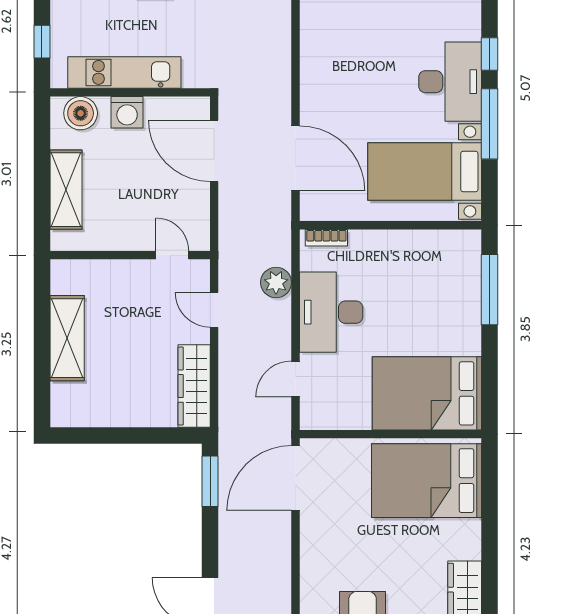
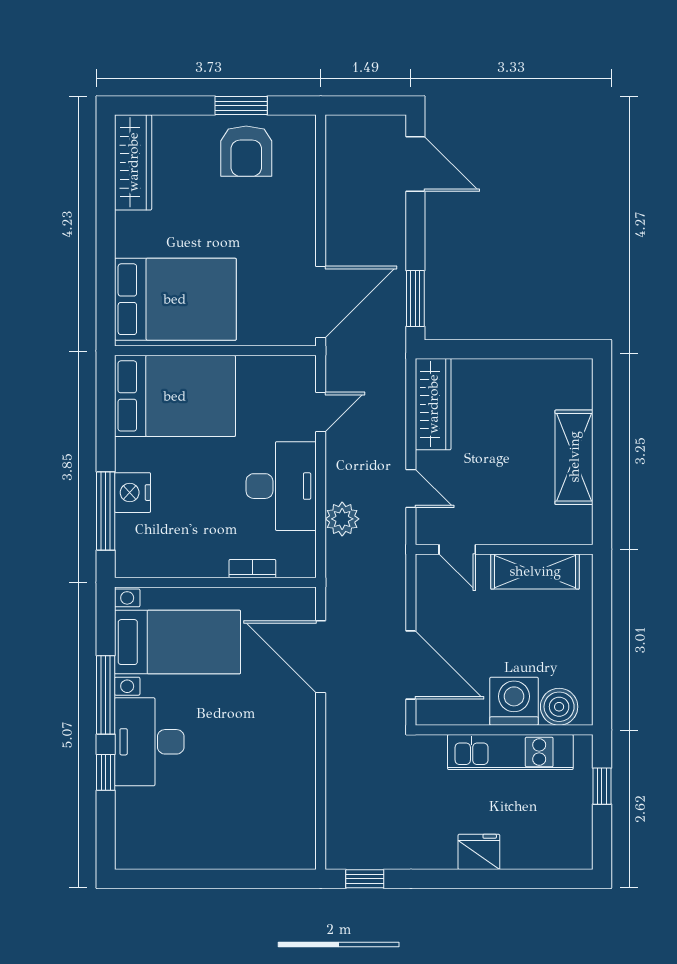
washing machine: (127, 112) -> (514, 701), width x1.37, depth x1.37
shelving: (66, 190) -> (535, 571), moved, turned 90
bookcase: (326, 238) -> (252, 569), moved
nightstand: (465, 306) -> (132, 493), added

